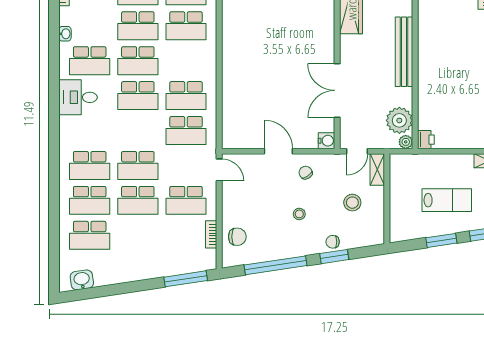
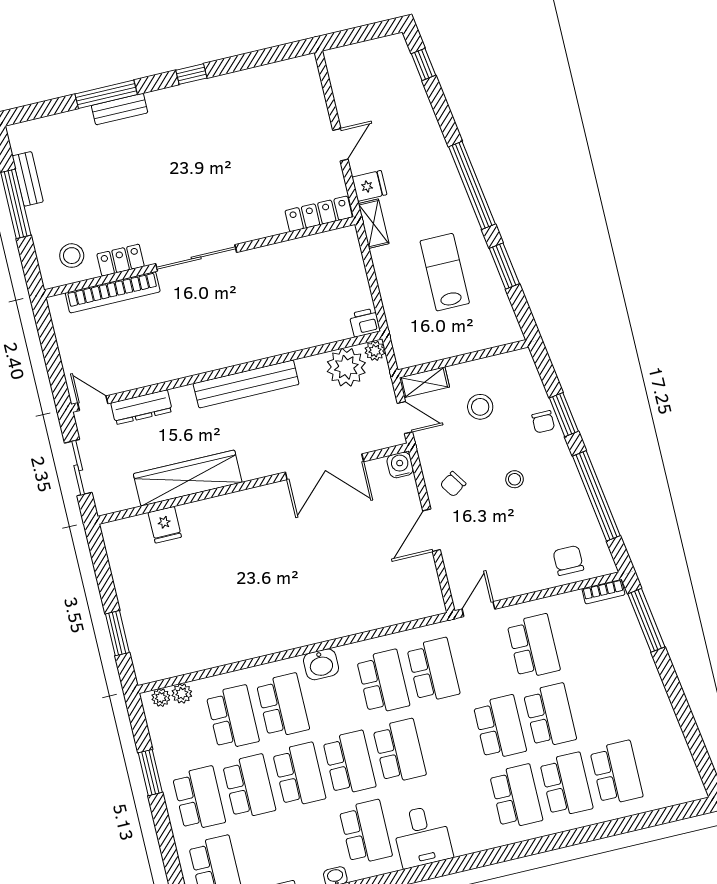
bookcase: (211, 234) -> (603, 592), moved
washbasin: (82, 280) -> (321, 664), moved, turned -81

